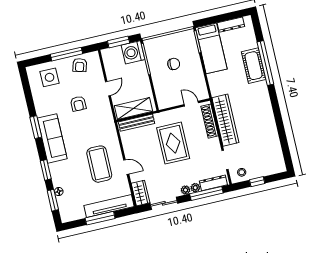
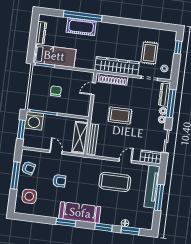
rug: (173, 143) -> (120, 115), width x0.73, depth x0.70
rug: (253, 150) -> (149, 53), added
window: (257, 182) -> (178, 47), moved

